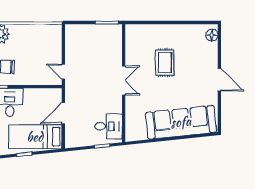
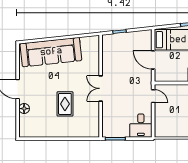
floor lamp: (212, 35) -> (24, 109), moved
door: (63, 113) -> (153, 60), swing flipped
desk: (109, 126) -> (141, 126), moved, turned -90

